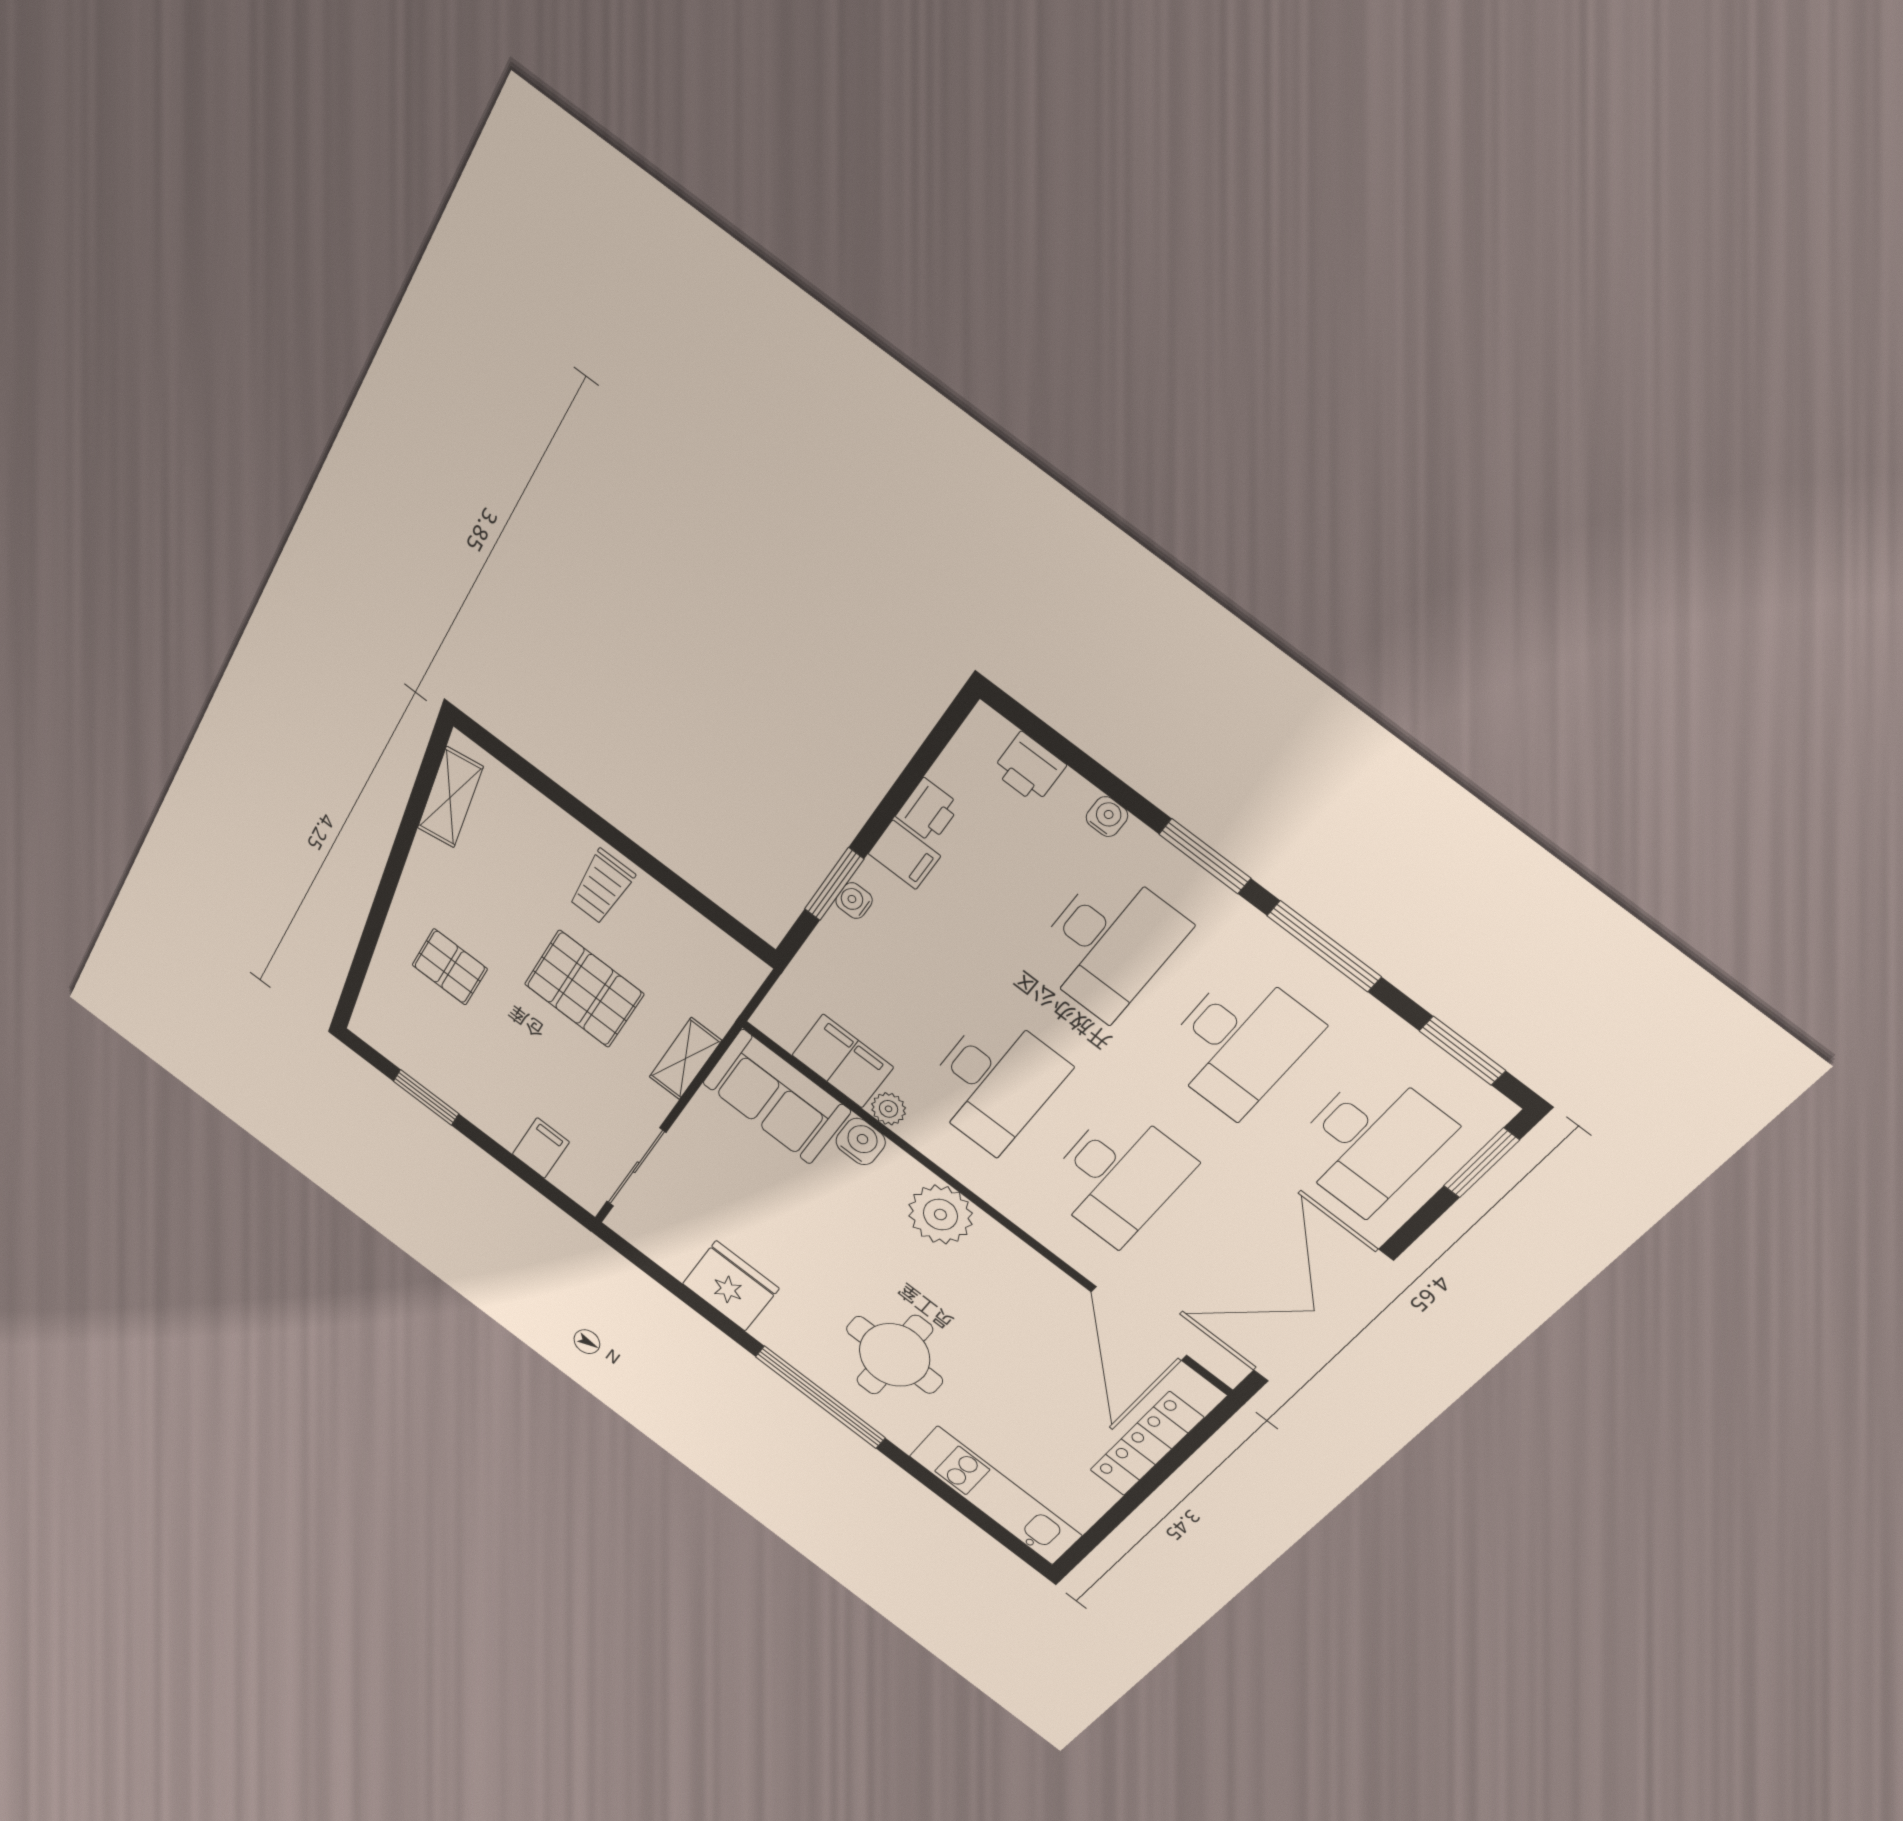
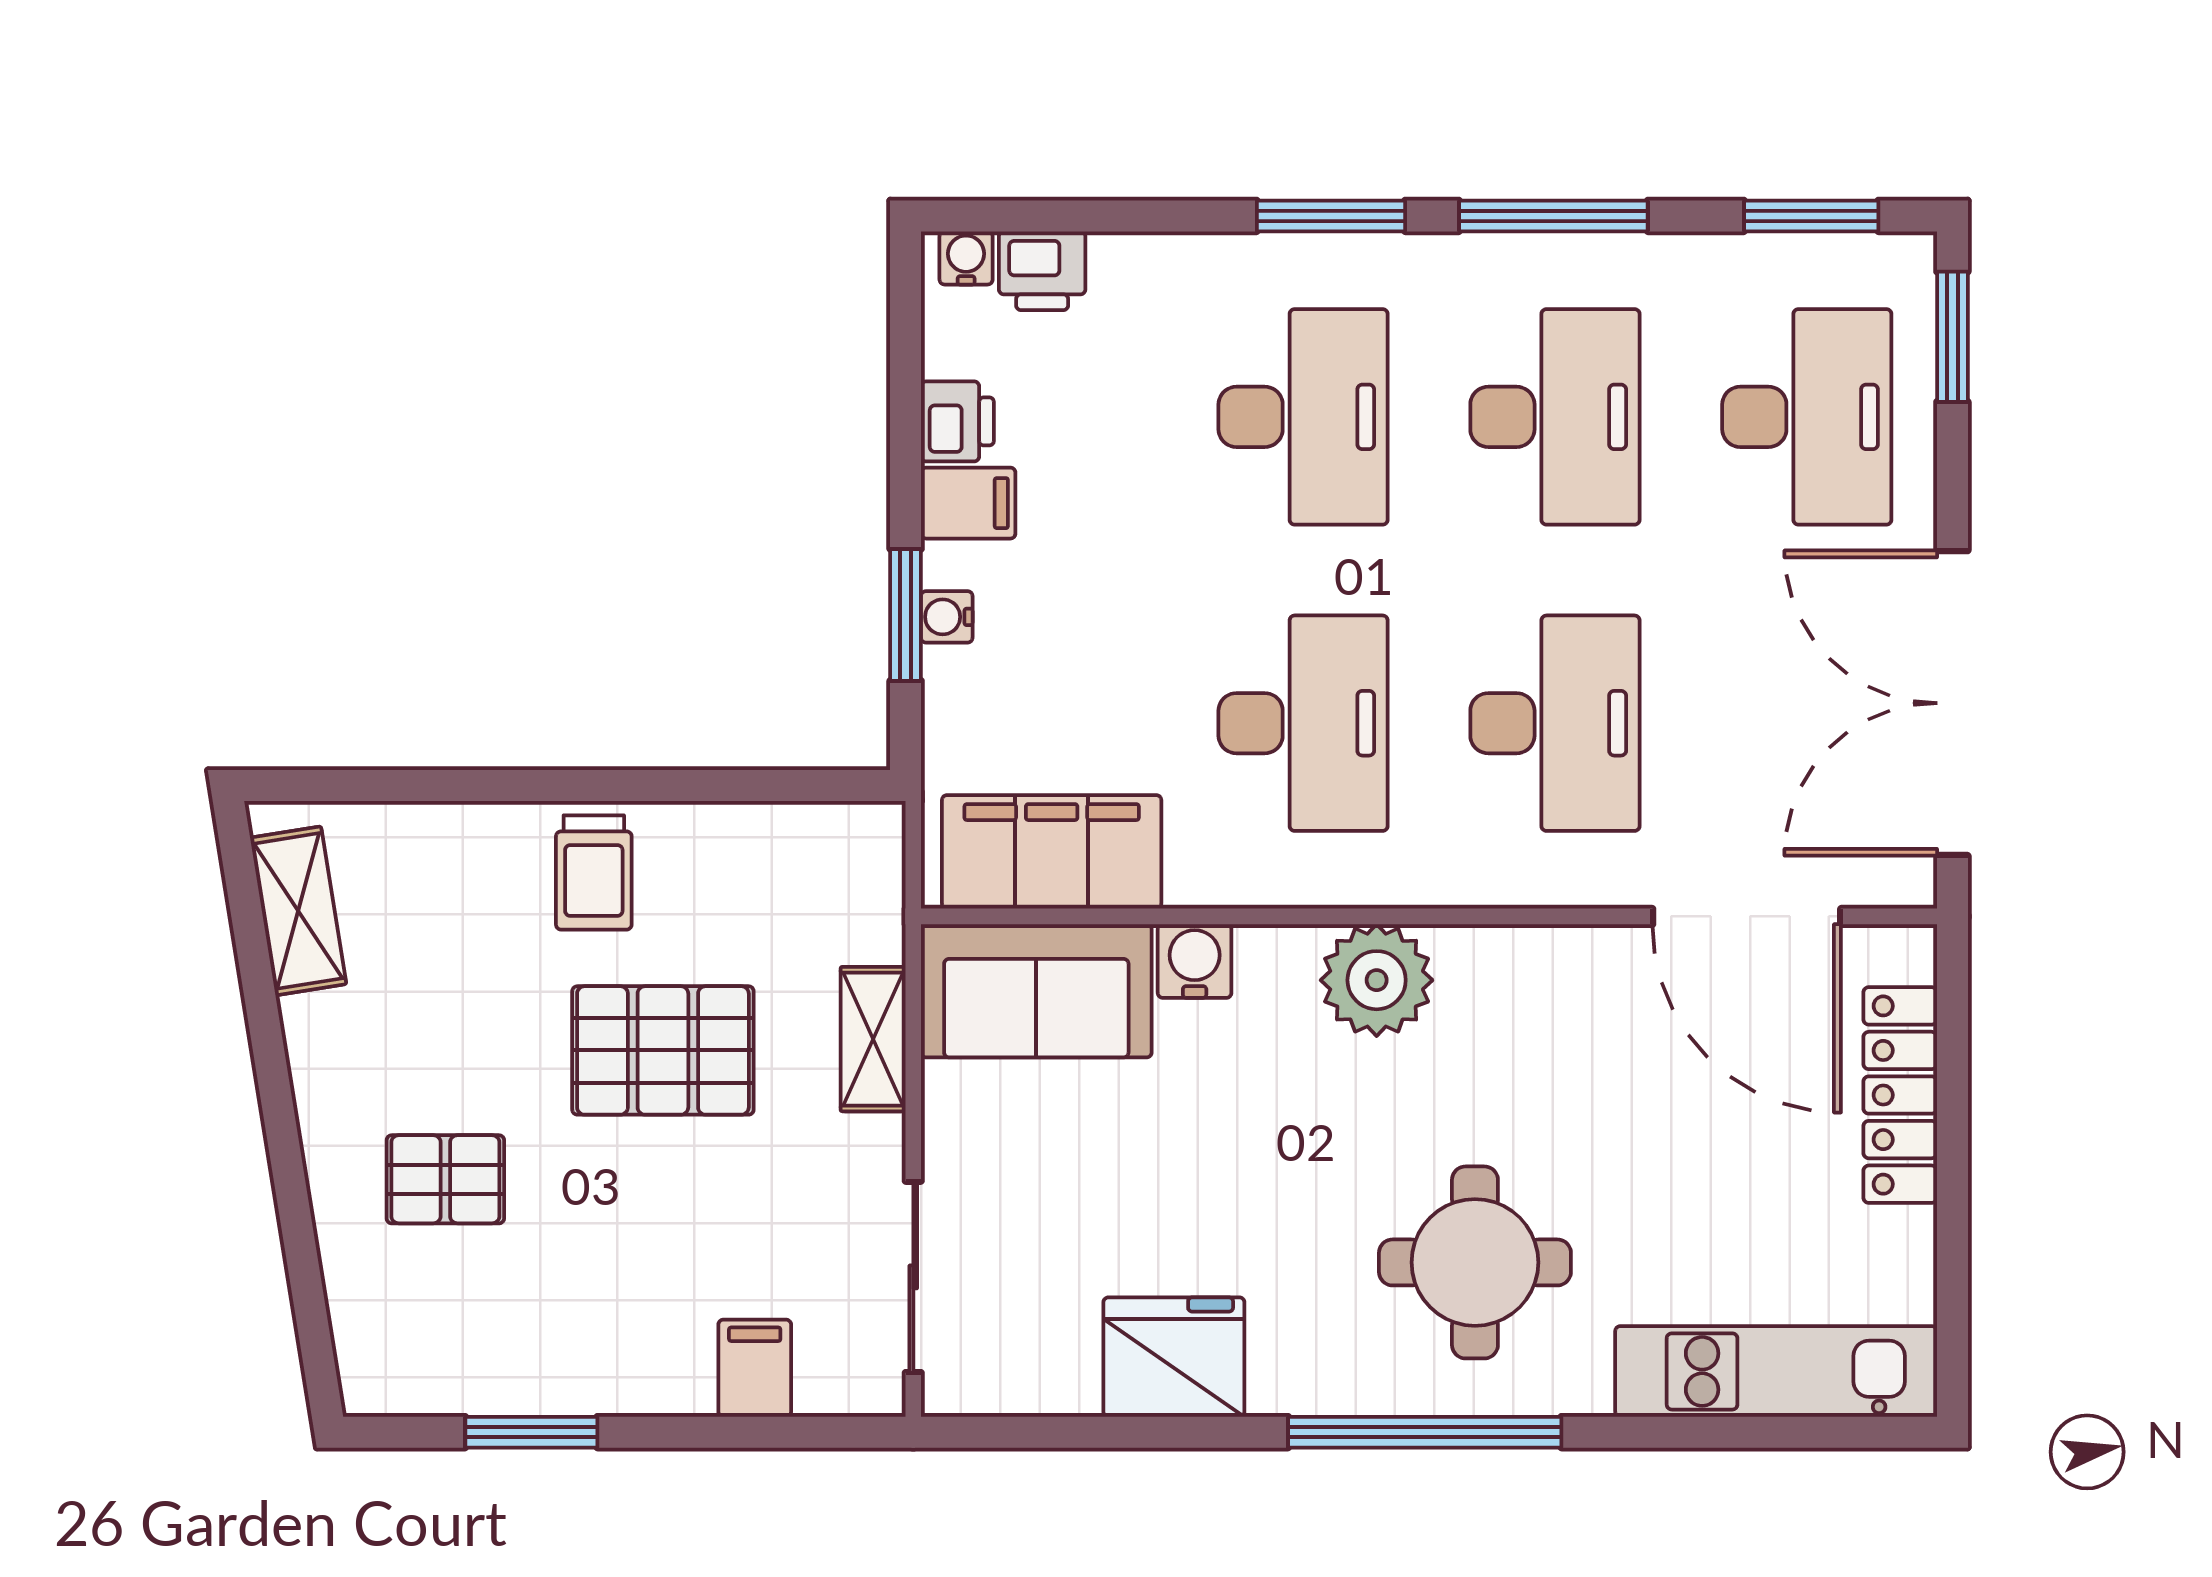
water cooler: (1107, 817) -> (966, 258), moved
filing cabinet: (843, 1061) -> (1052, 852), width x1.50, depth x1.17
plant: (889, 1109) -> (1197, 879), removed

